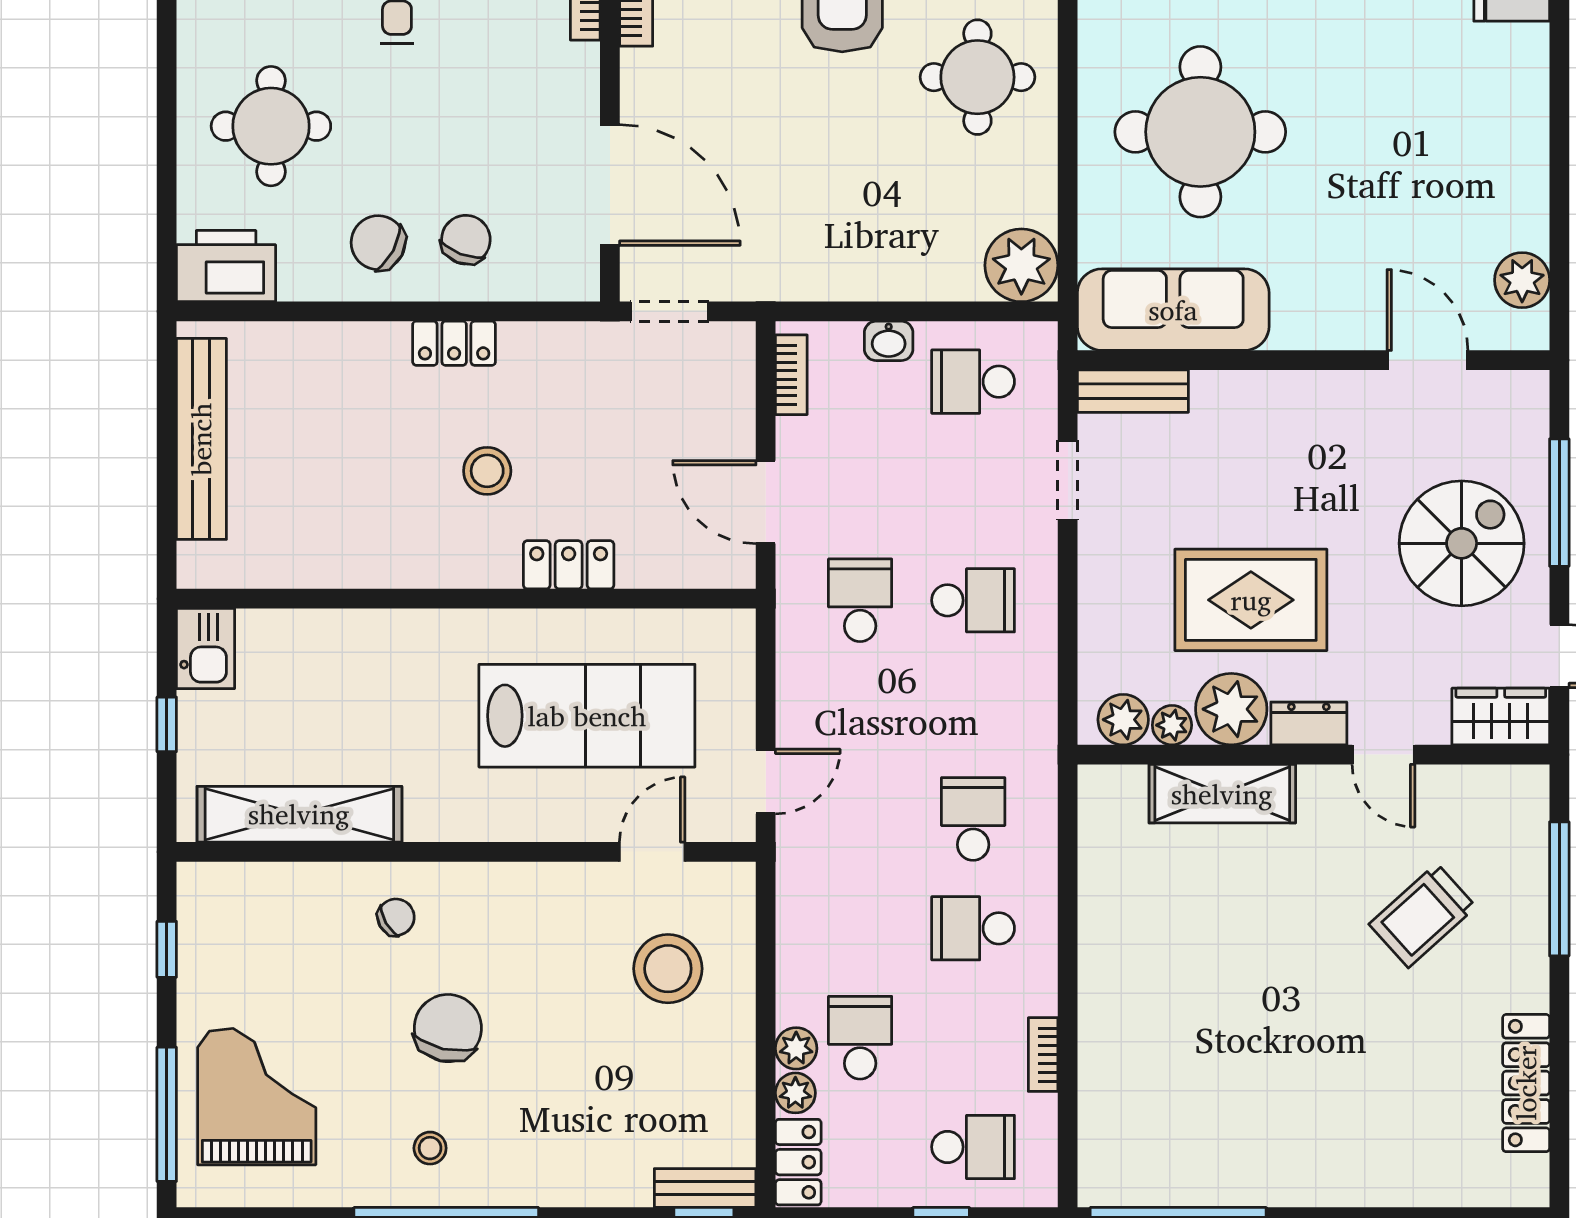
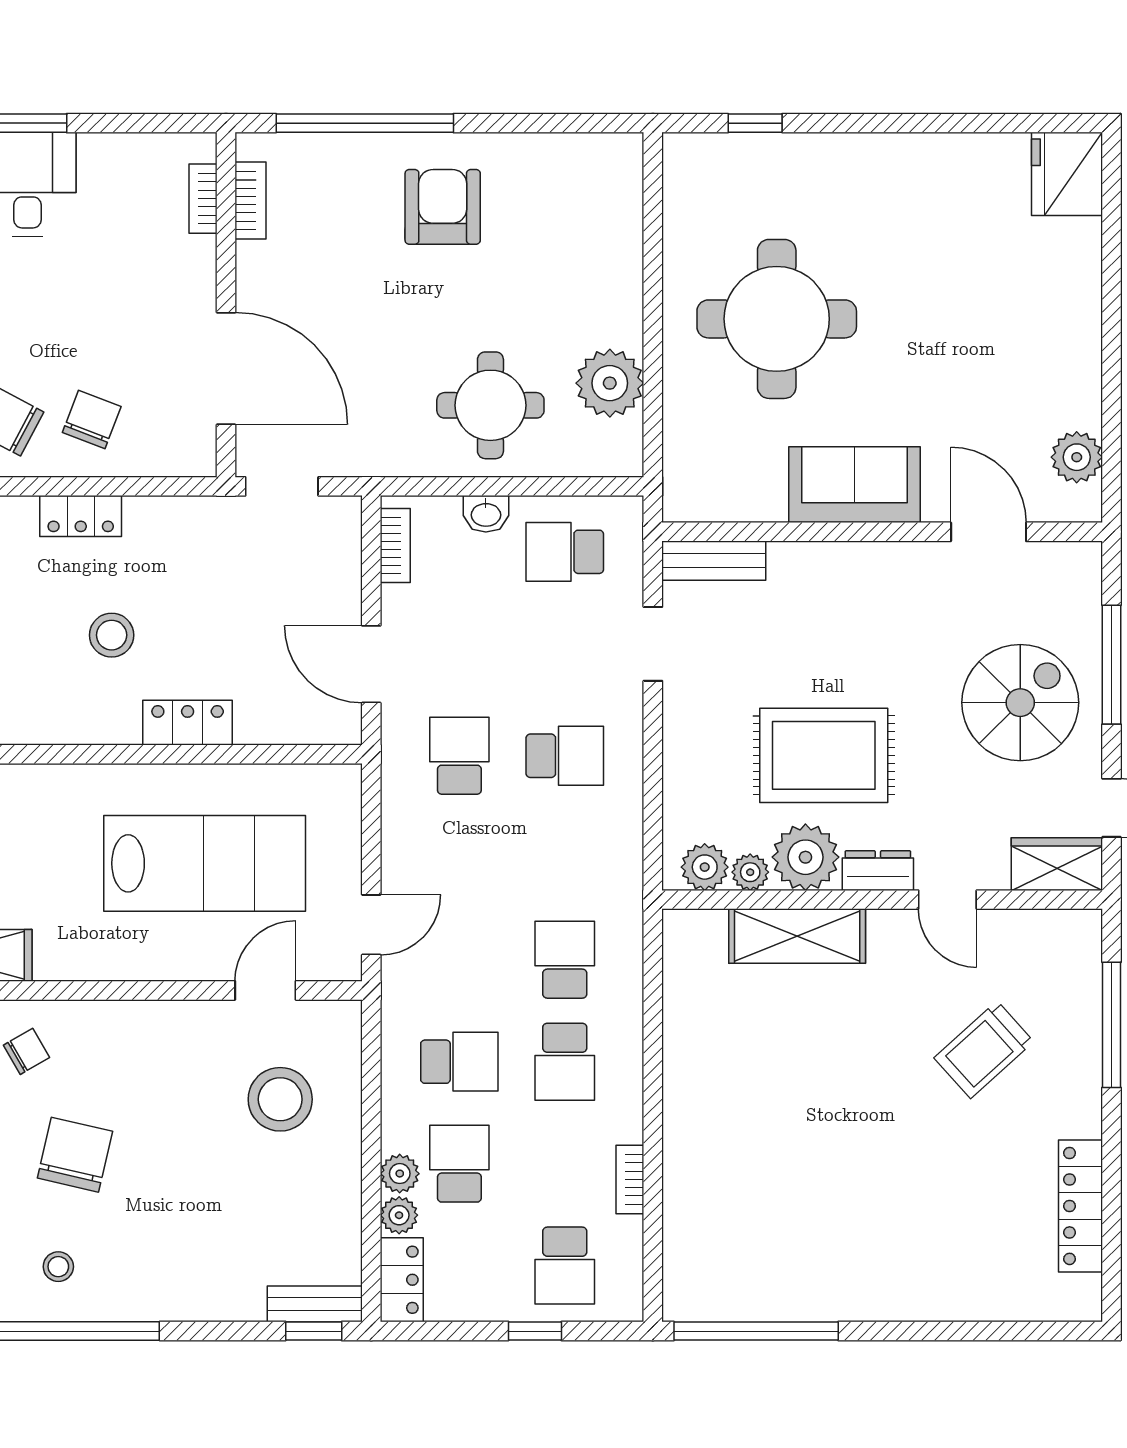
round table: (977, 77) -> (490, 405), moved
plant: (1021, 265) -> (610, 383), moved
sofa: (1173, 310) -> (855, 485), moved, width x0.73
school desk: (860, 928) -> (459, 1062), added
school desk: (973, 928) -> (565, 1062), turned -90
school desk: (973, 1147) -> (565, 1266), turned 90

